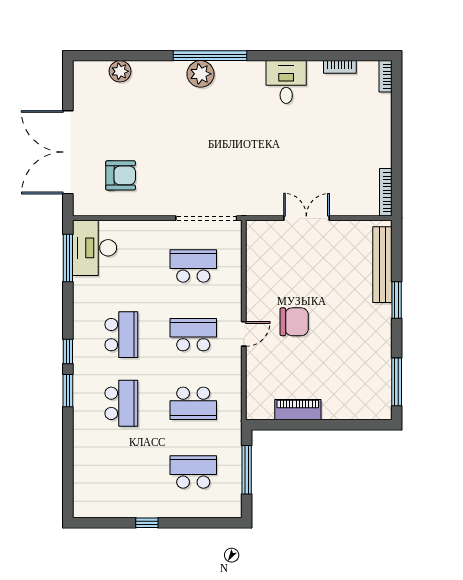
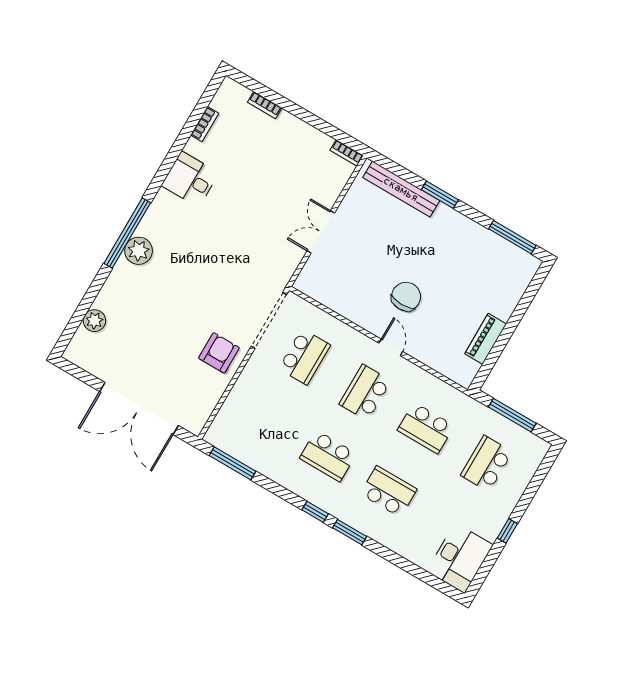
bookcase: (385, 76) -> (265, 105), moved
armchair: (121, 175) -> (219, 353), moved
bookcase: (386, 192) -> (347, 153), width x0.64
desk: (95, 248) -> (460, 558), moved, turned -90
school desk: (193, 266) -> (304, 357), turned 180
school desk: (121, 335) -> (328, 456), turned 180
school desk: (193, 403) -> (426, 428), turned 90

